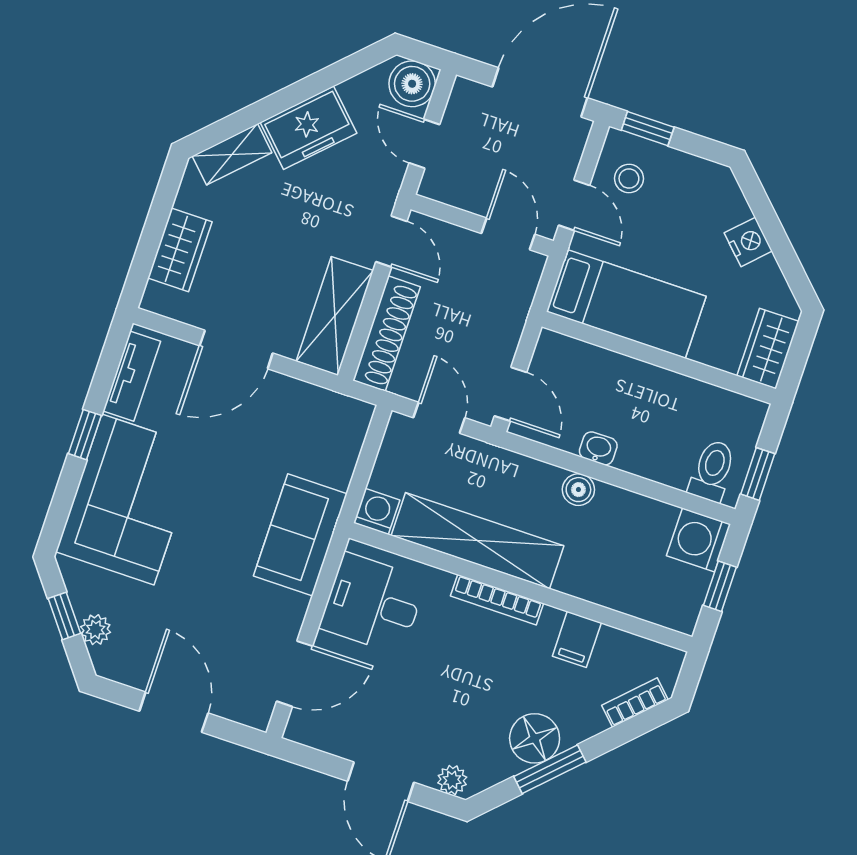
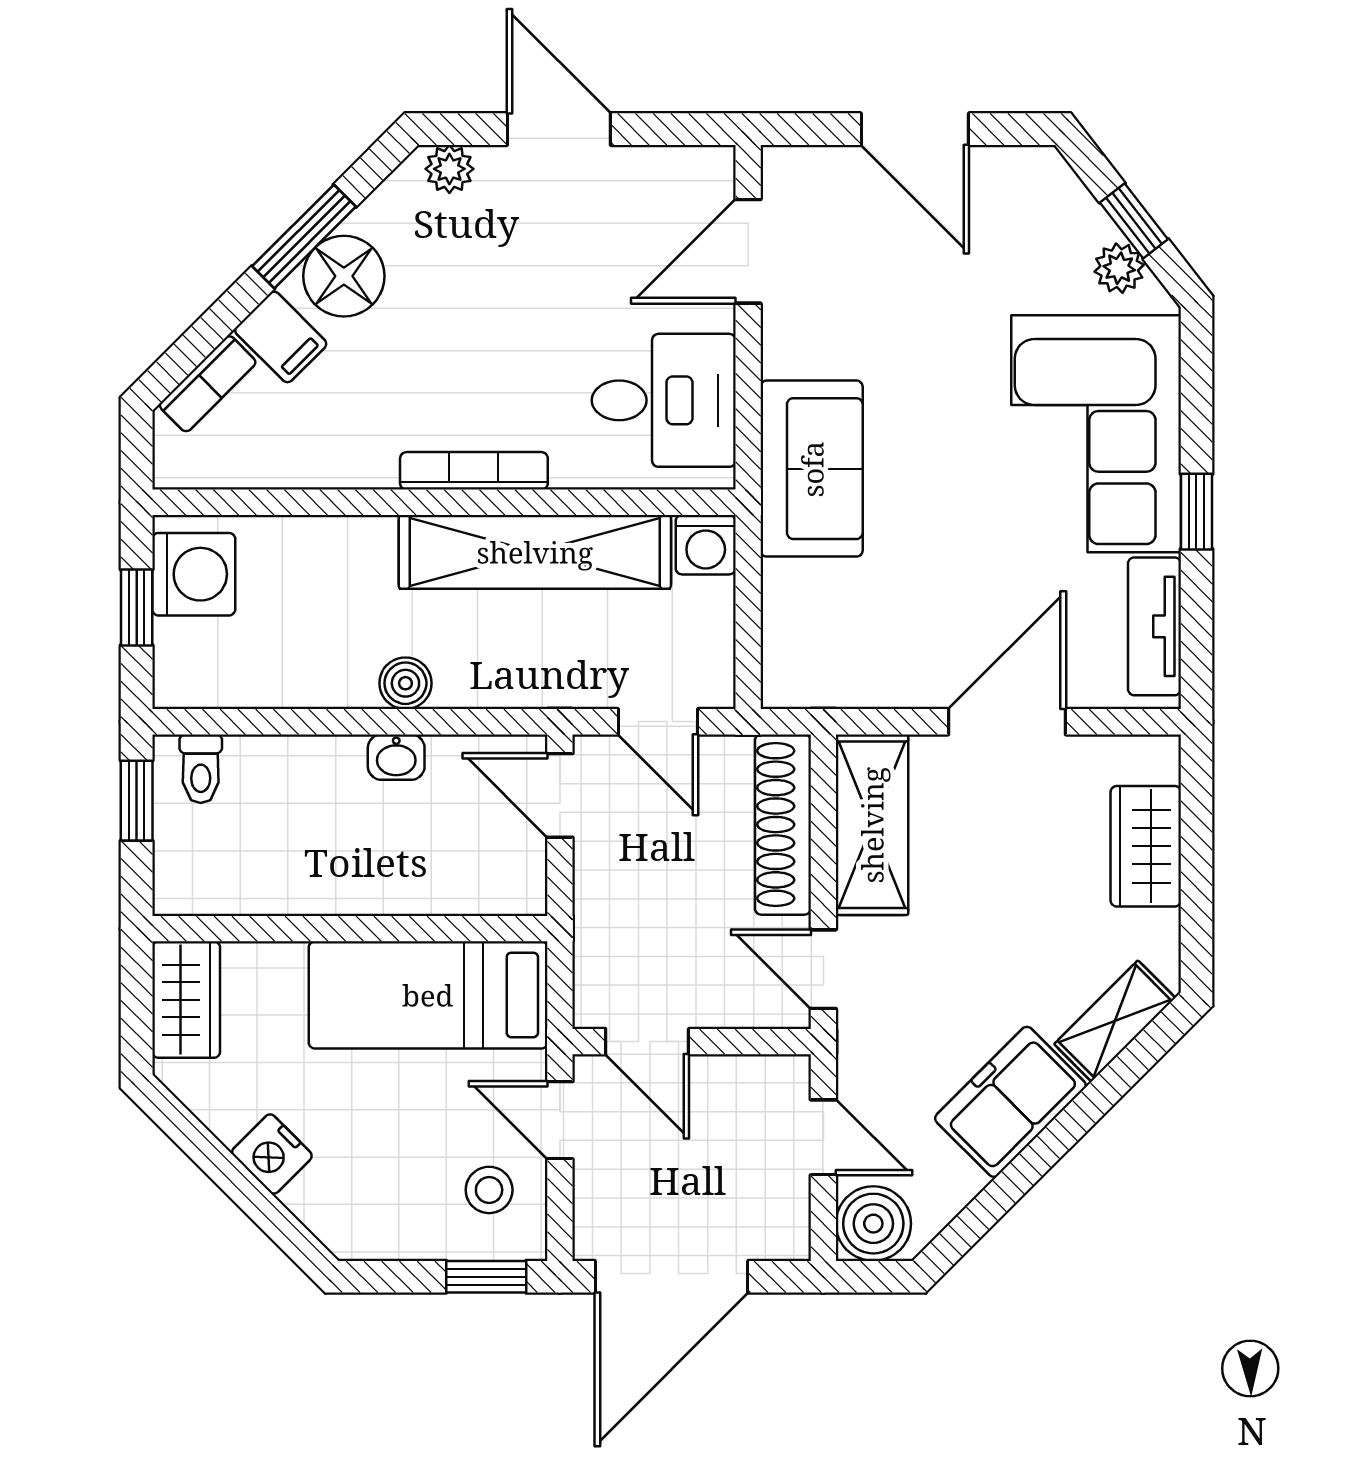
toilet: (712, 471) -> (201, 769), width x0.73, depth x0.72
washing machine: (699, 540) -> (194, 574), moved
plant: (95, 630) -> (1119, 268), moved
filing cabinet: (577, 639) -> (281, 337), moved, turned 135

